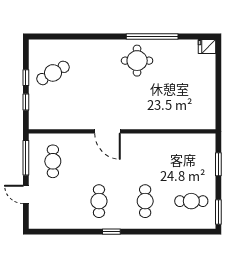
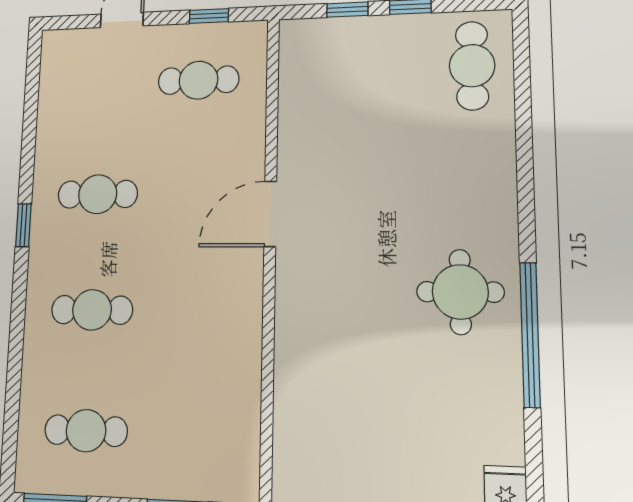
cafe table: (53, 73) -> (472, 66), moved, turned 30
window: (26, 158) -> (209, 16), width x0.46
cafe table: (191, 201) -> (86, 431), turned 90

